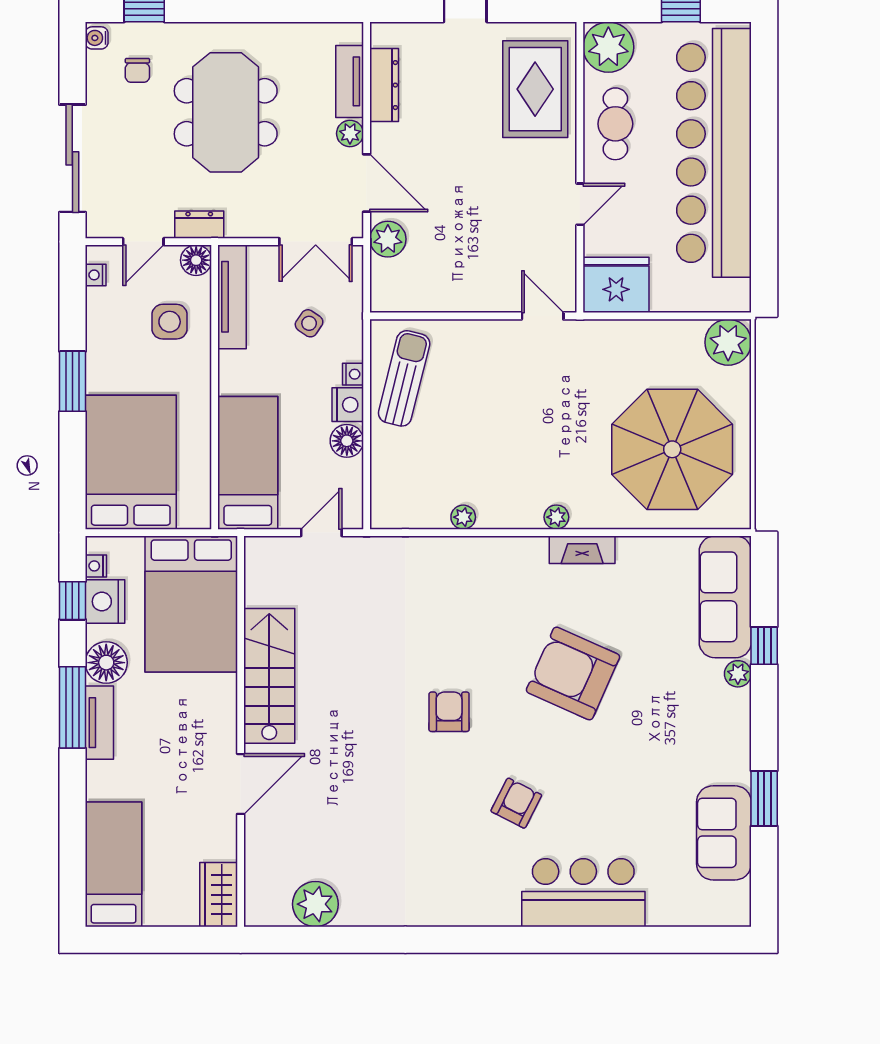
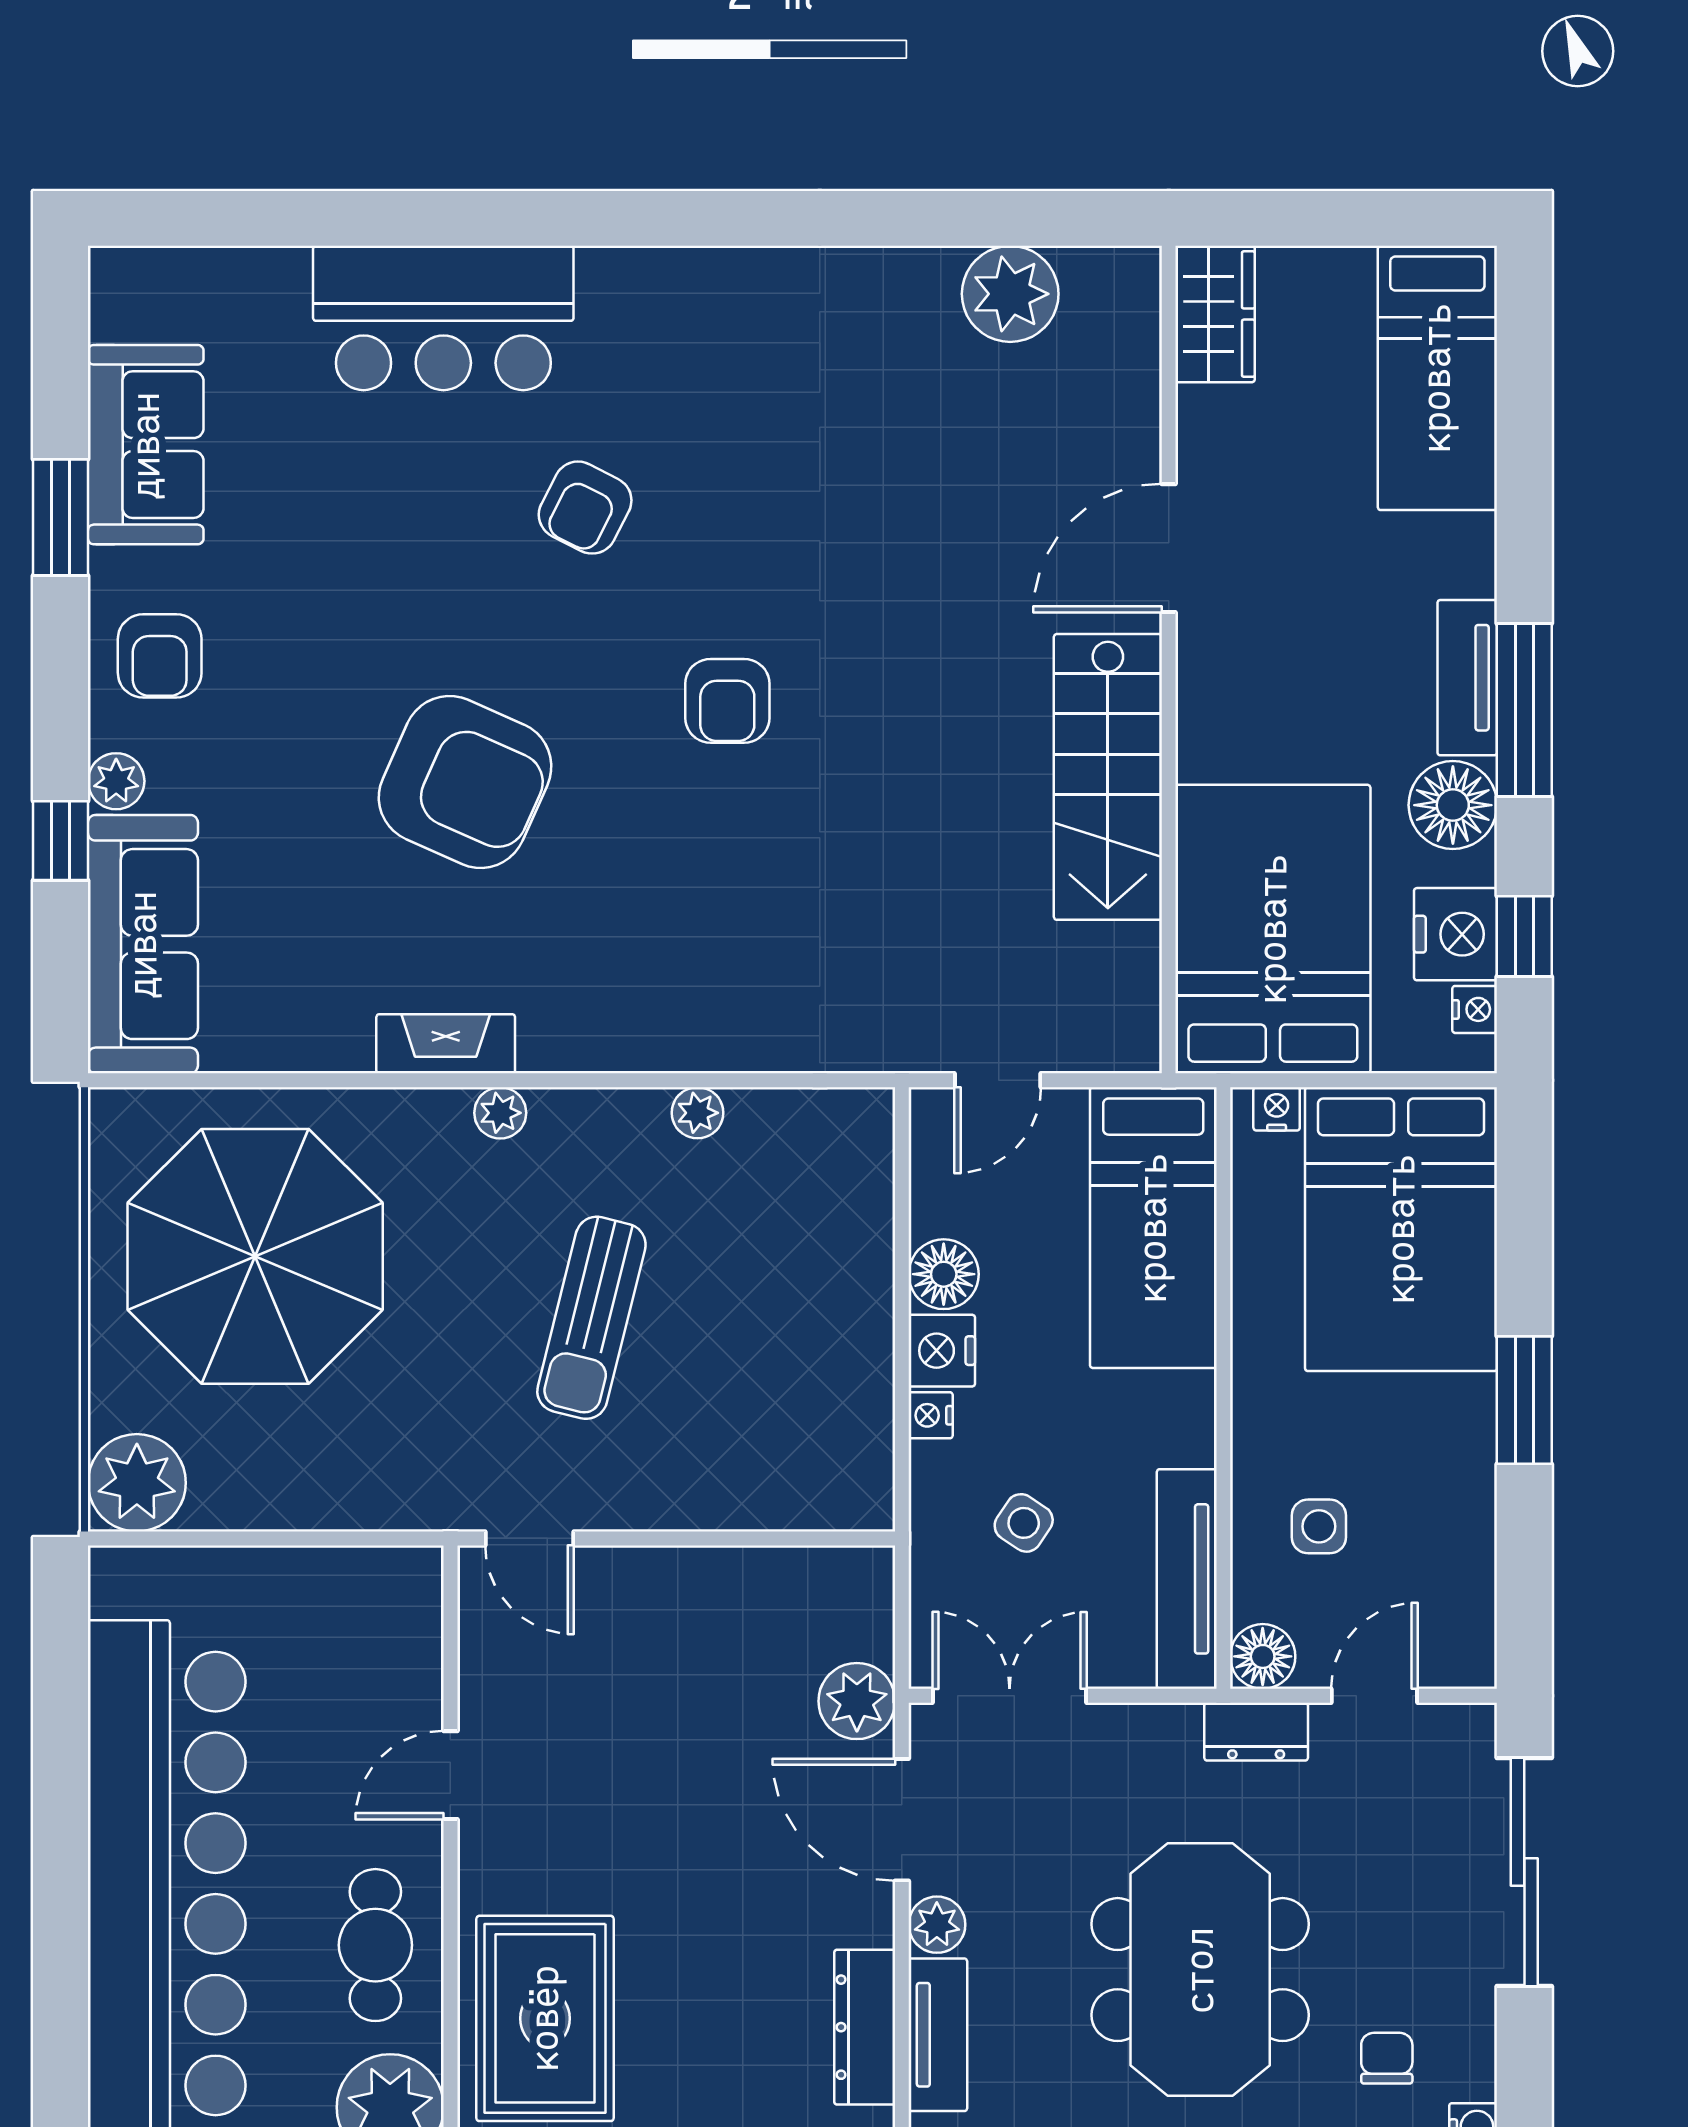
nightstand: (96, 275) -> (1277, 1109), moved, turned -90
fridge: (616, 285) -> (374, 1604), removed
side table: (170, 322) -> (1319, 1526), width x0.73, depth x0.73
sun lounger: (404, 378) -> (591, 1318), moved
armchair: (717, 733) -> (160, 656), added

